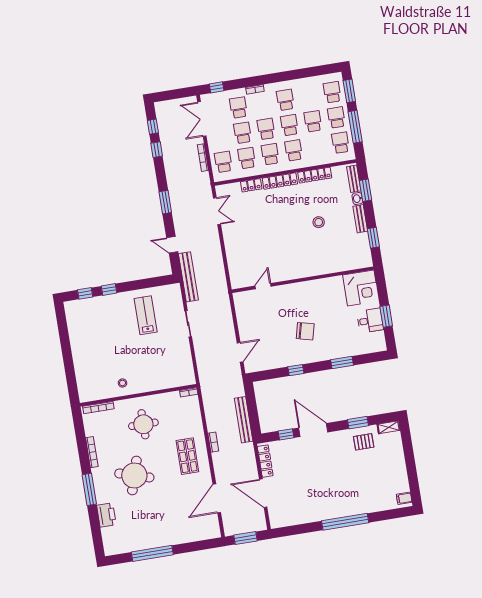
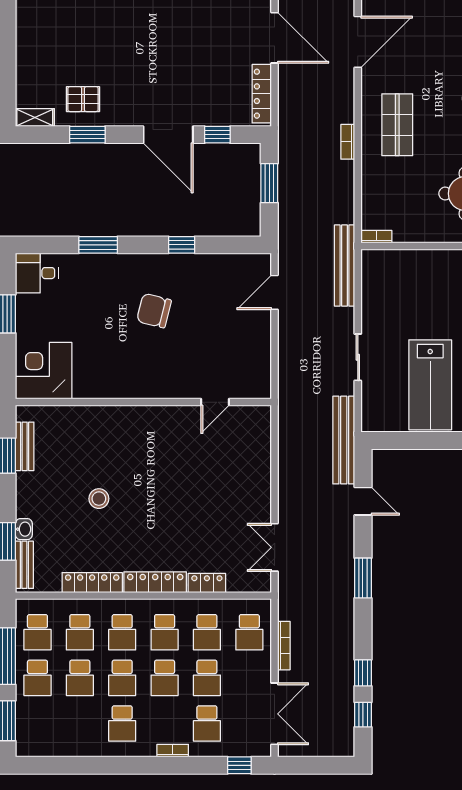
school desk: (332, 92) -> (80, 632), moved
bench: (360, 219) -> (25, 446), moved
lab bench: (146, 315) -> (430, 385), width x1.36, depth x1.39
desk: (370, 321) -> (37, 273), moved
window: (253, 412) -> (269, 183), added
bench: (244, 420) -> (345, 266), moved

